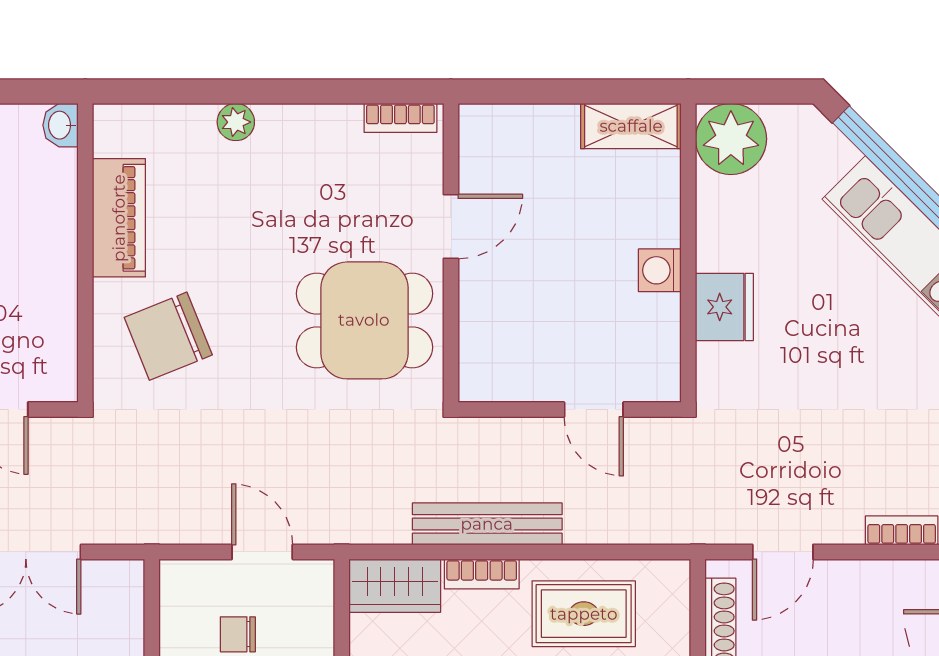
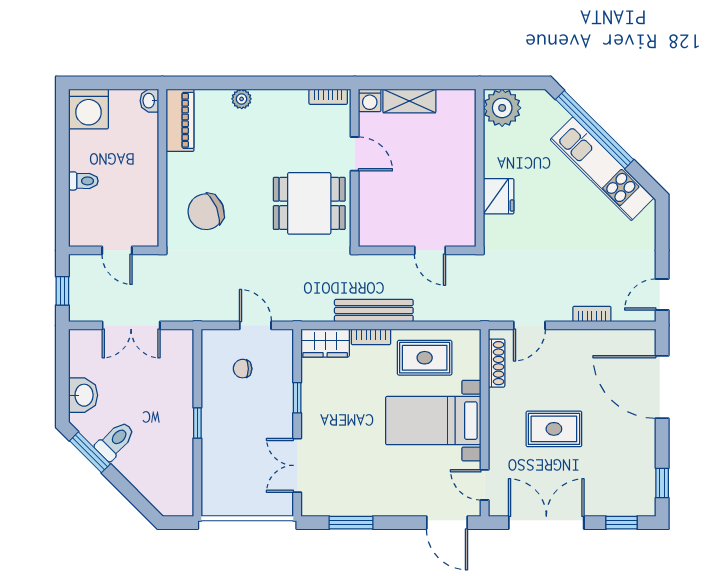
shelving: (631, 126) -> (409, 101), moved
piano: (119, 218) -> (180, 120), moved
door: (451, 226) -> (355, 154), hinge flipped
washing machine: (660, 270) -> (370, 100), moved, turned -90

